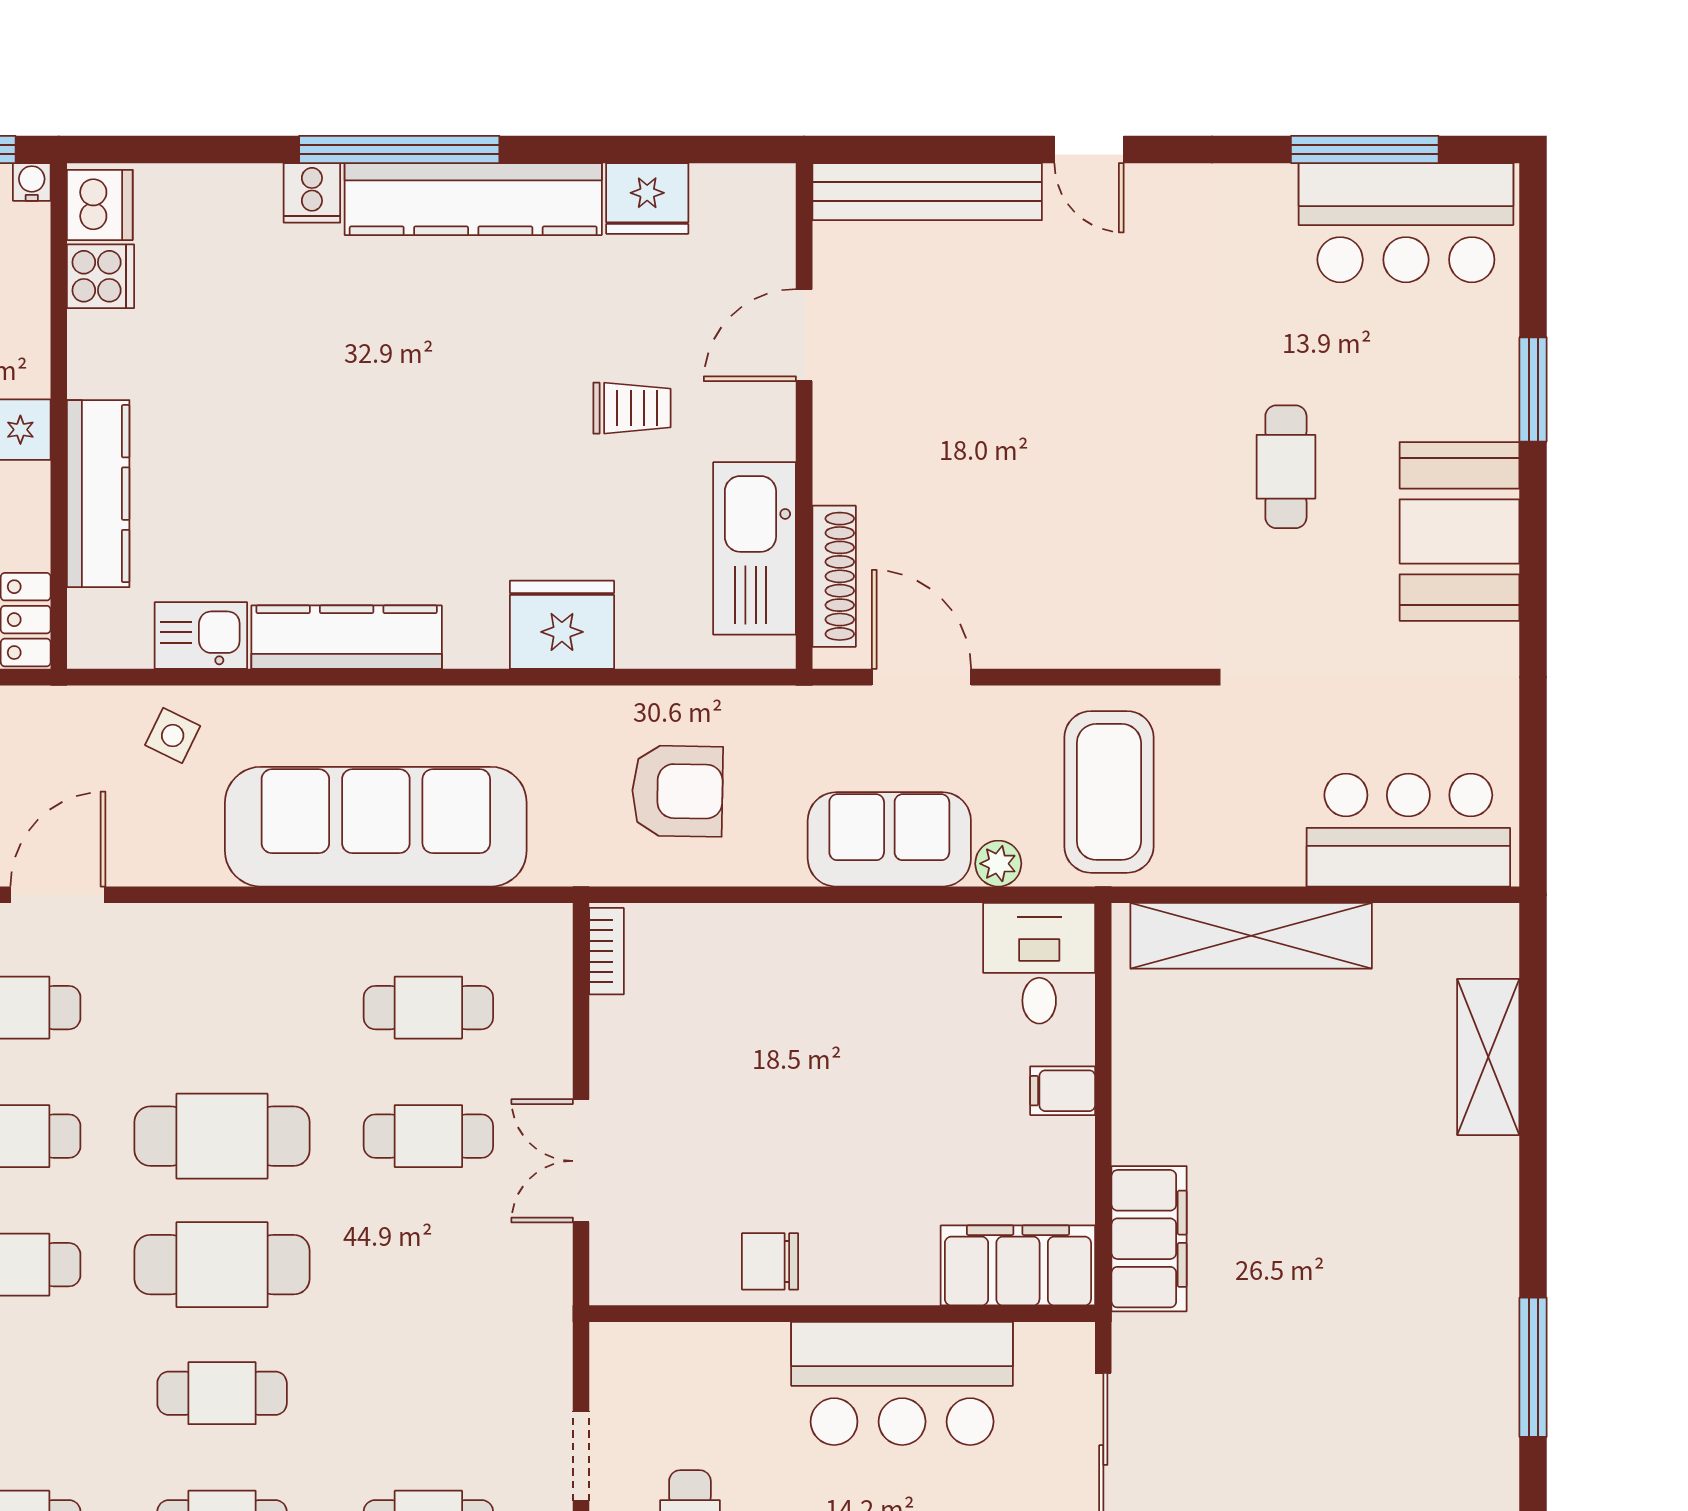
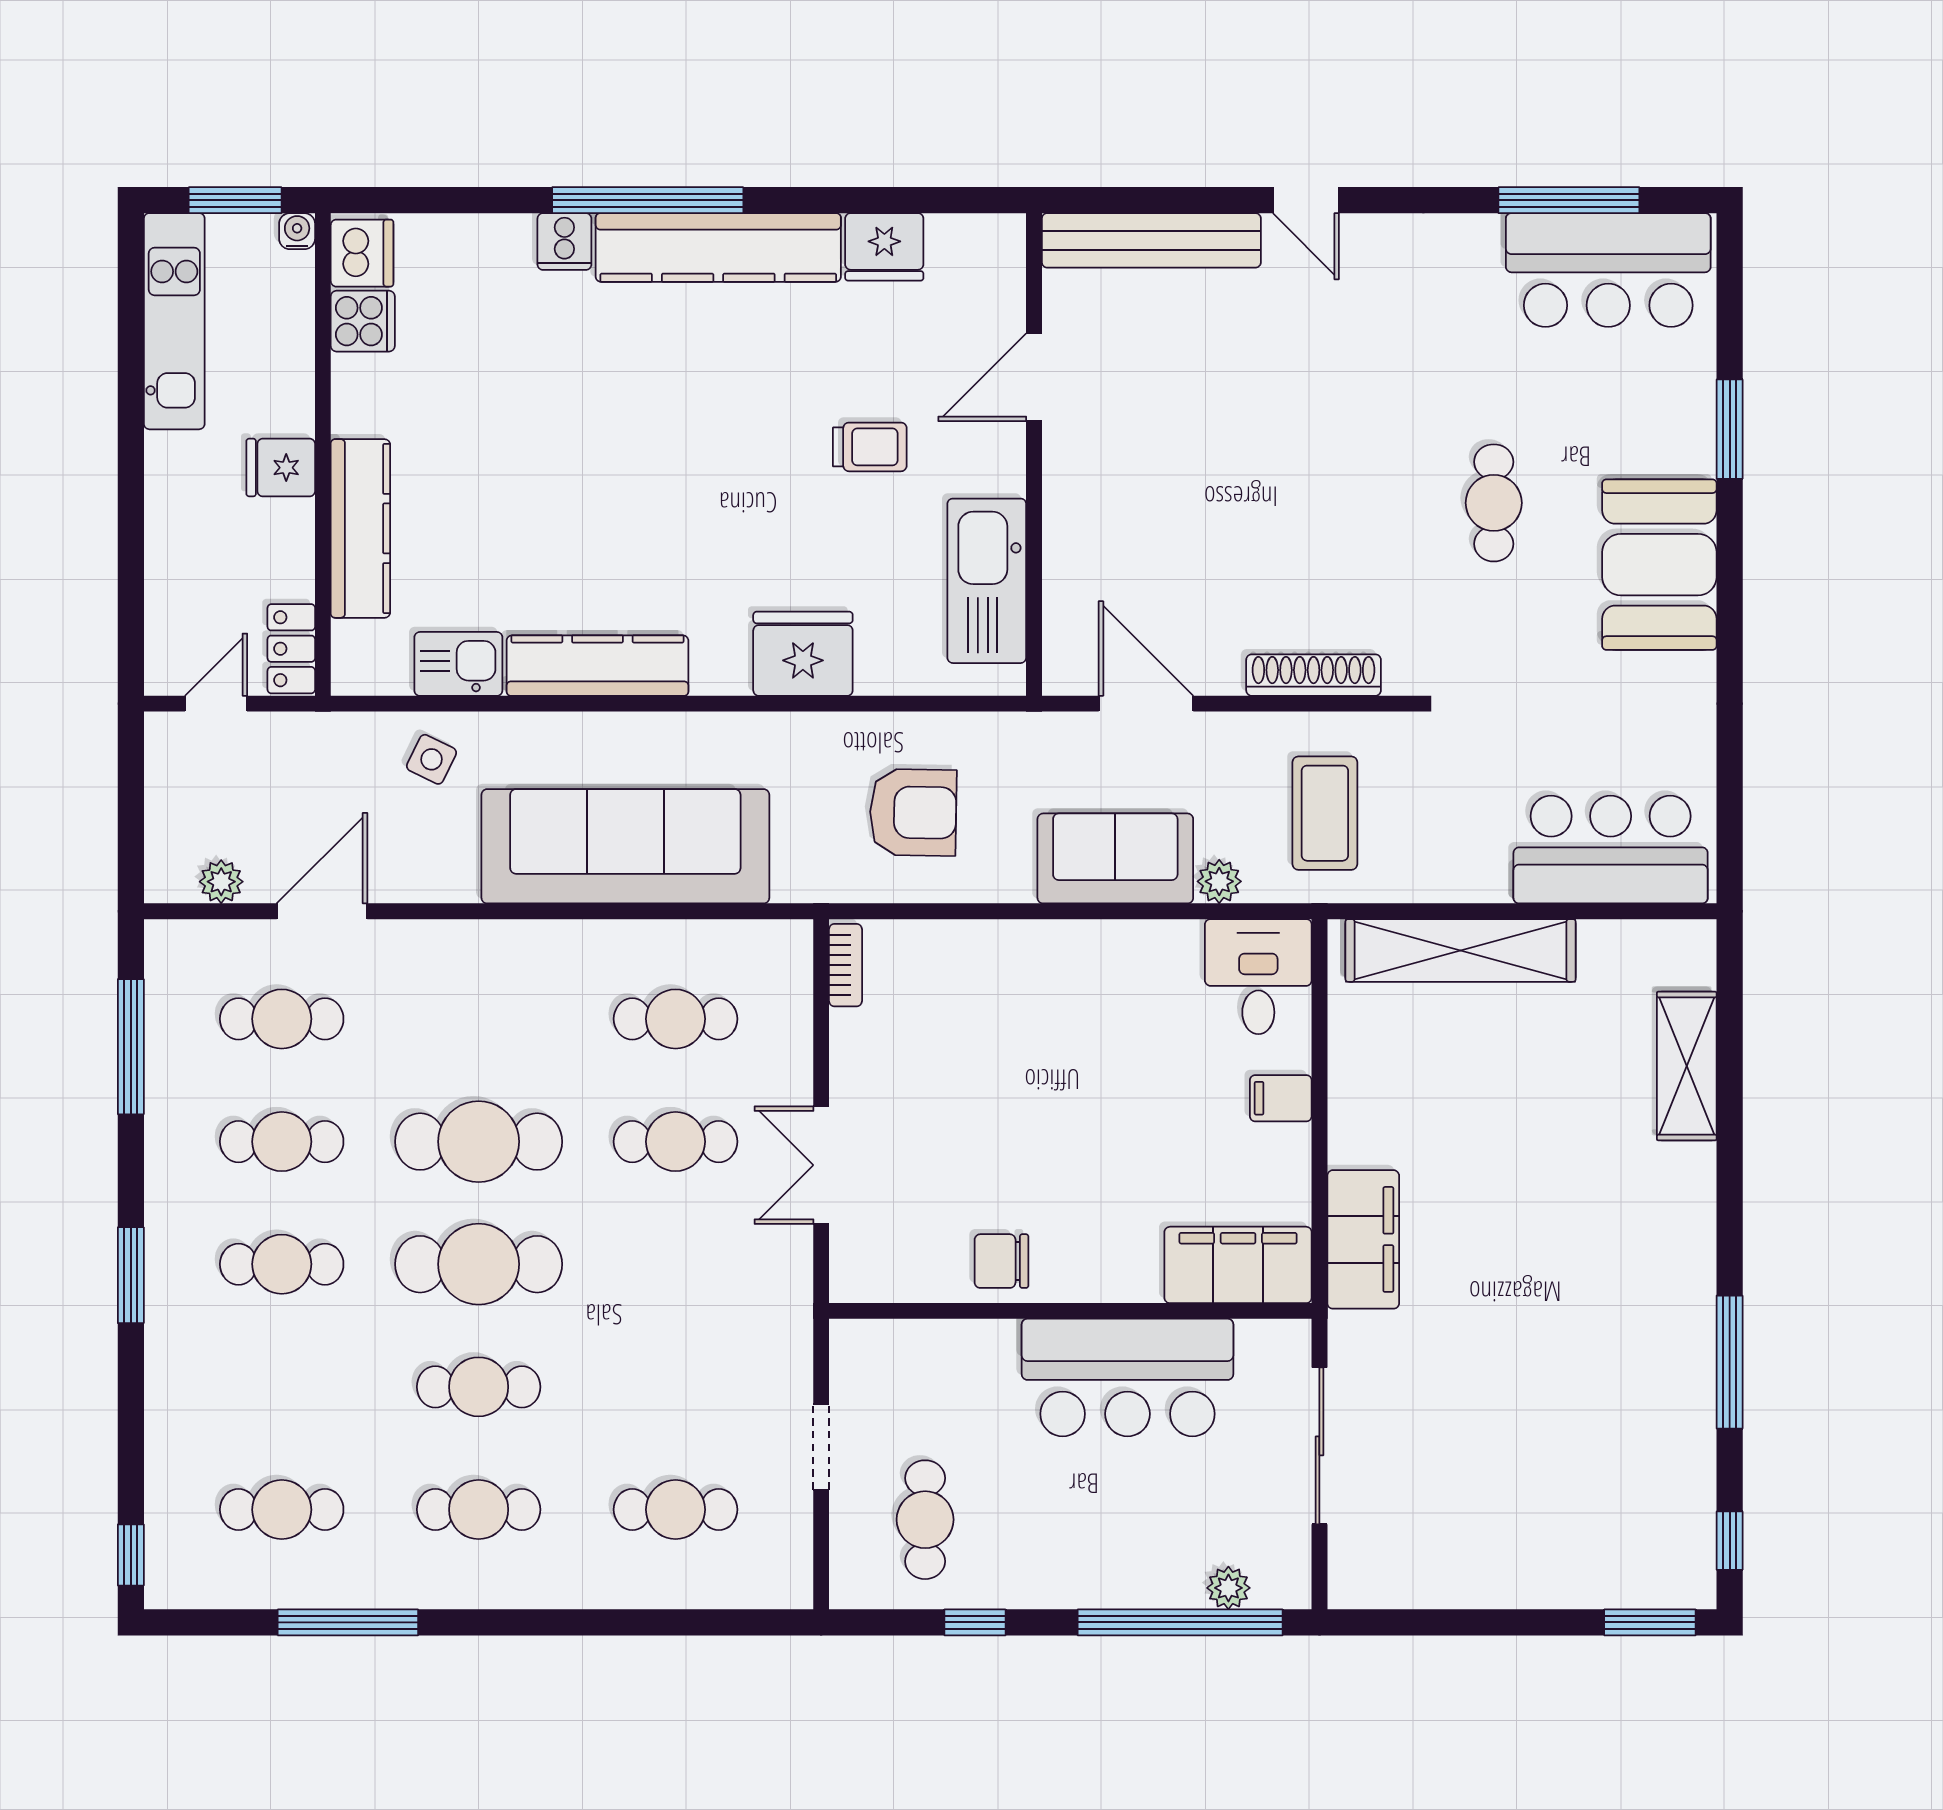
shoe rack: (834, 576) -> (1314, 675), moved, turned -90
coffee table: (1109, 792) -> (1325, 813), width x0.73, depth x0.76

